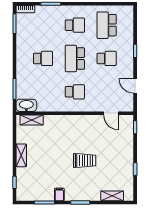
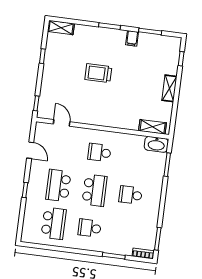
school desk: (107, 58) -> (58, 186), width x1.85
shelving: (112, 196) -> (61, 28), moved

